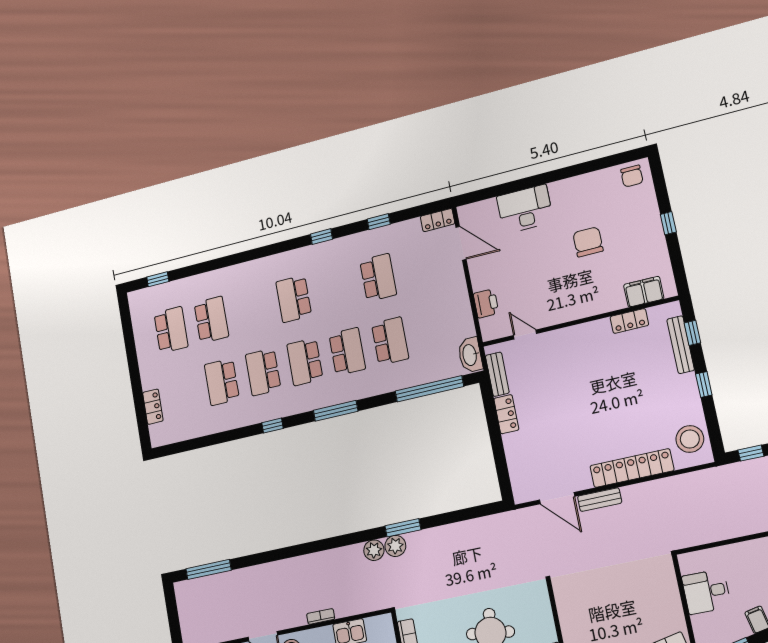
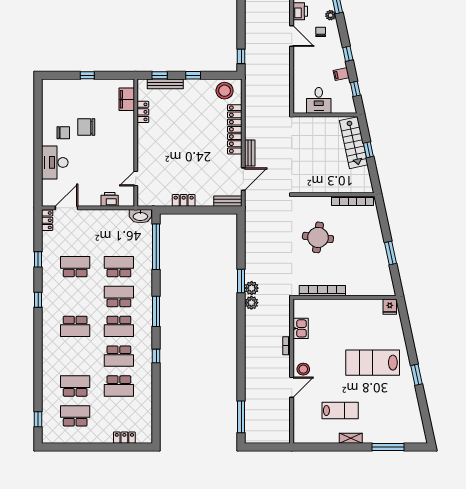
chair: (632, 176) -> (63, 133), moved
bench: (497, 374) -> (228, 201), moved

